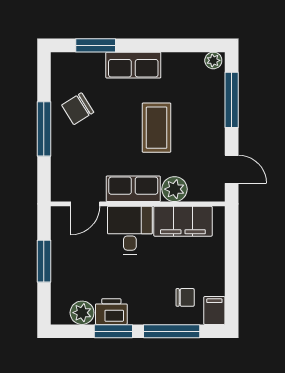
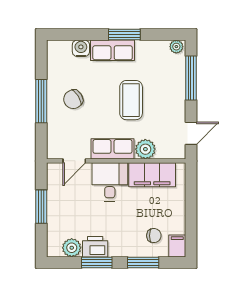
window: (96, 45) -> (124, 34), moved
water cooler: (94, 63) -> (81, 48), added
chair: (78, 109) -> (73, 99), moved
door: (232, 169) -> (191, 133), hinge flipped
window: (172, 331) -> (143, 263), width x0.69

